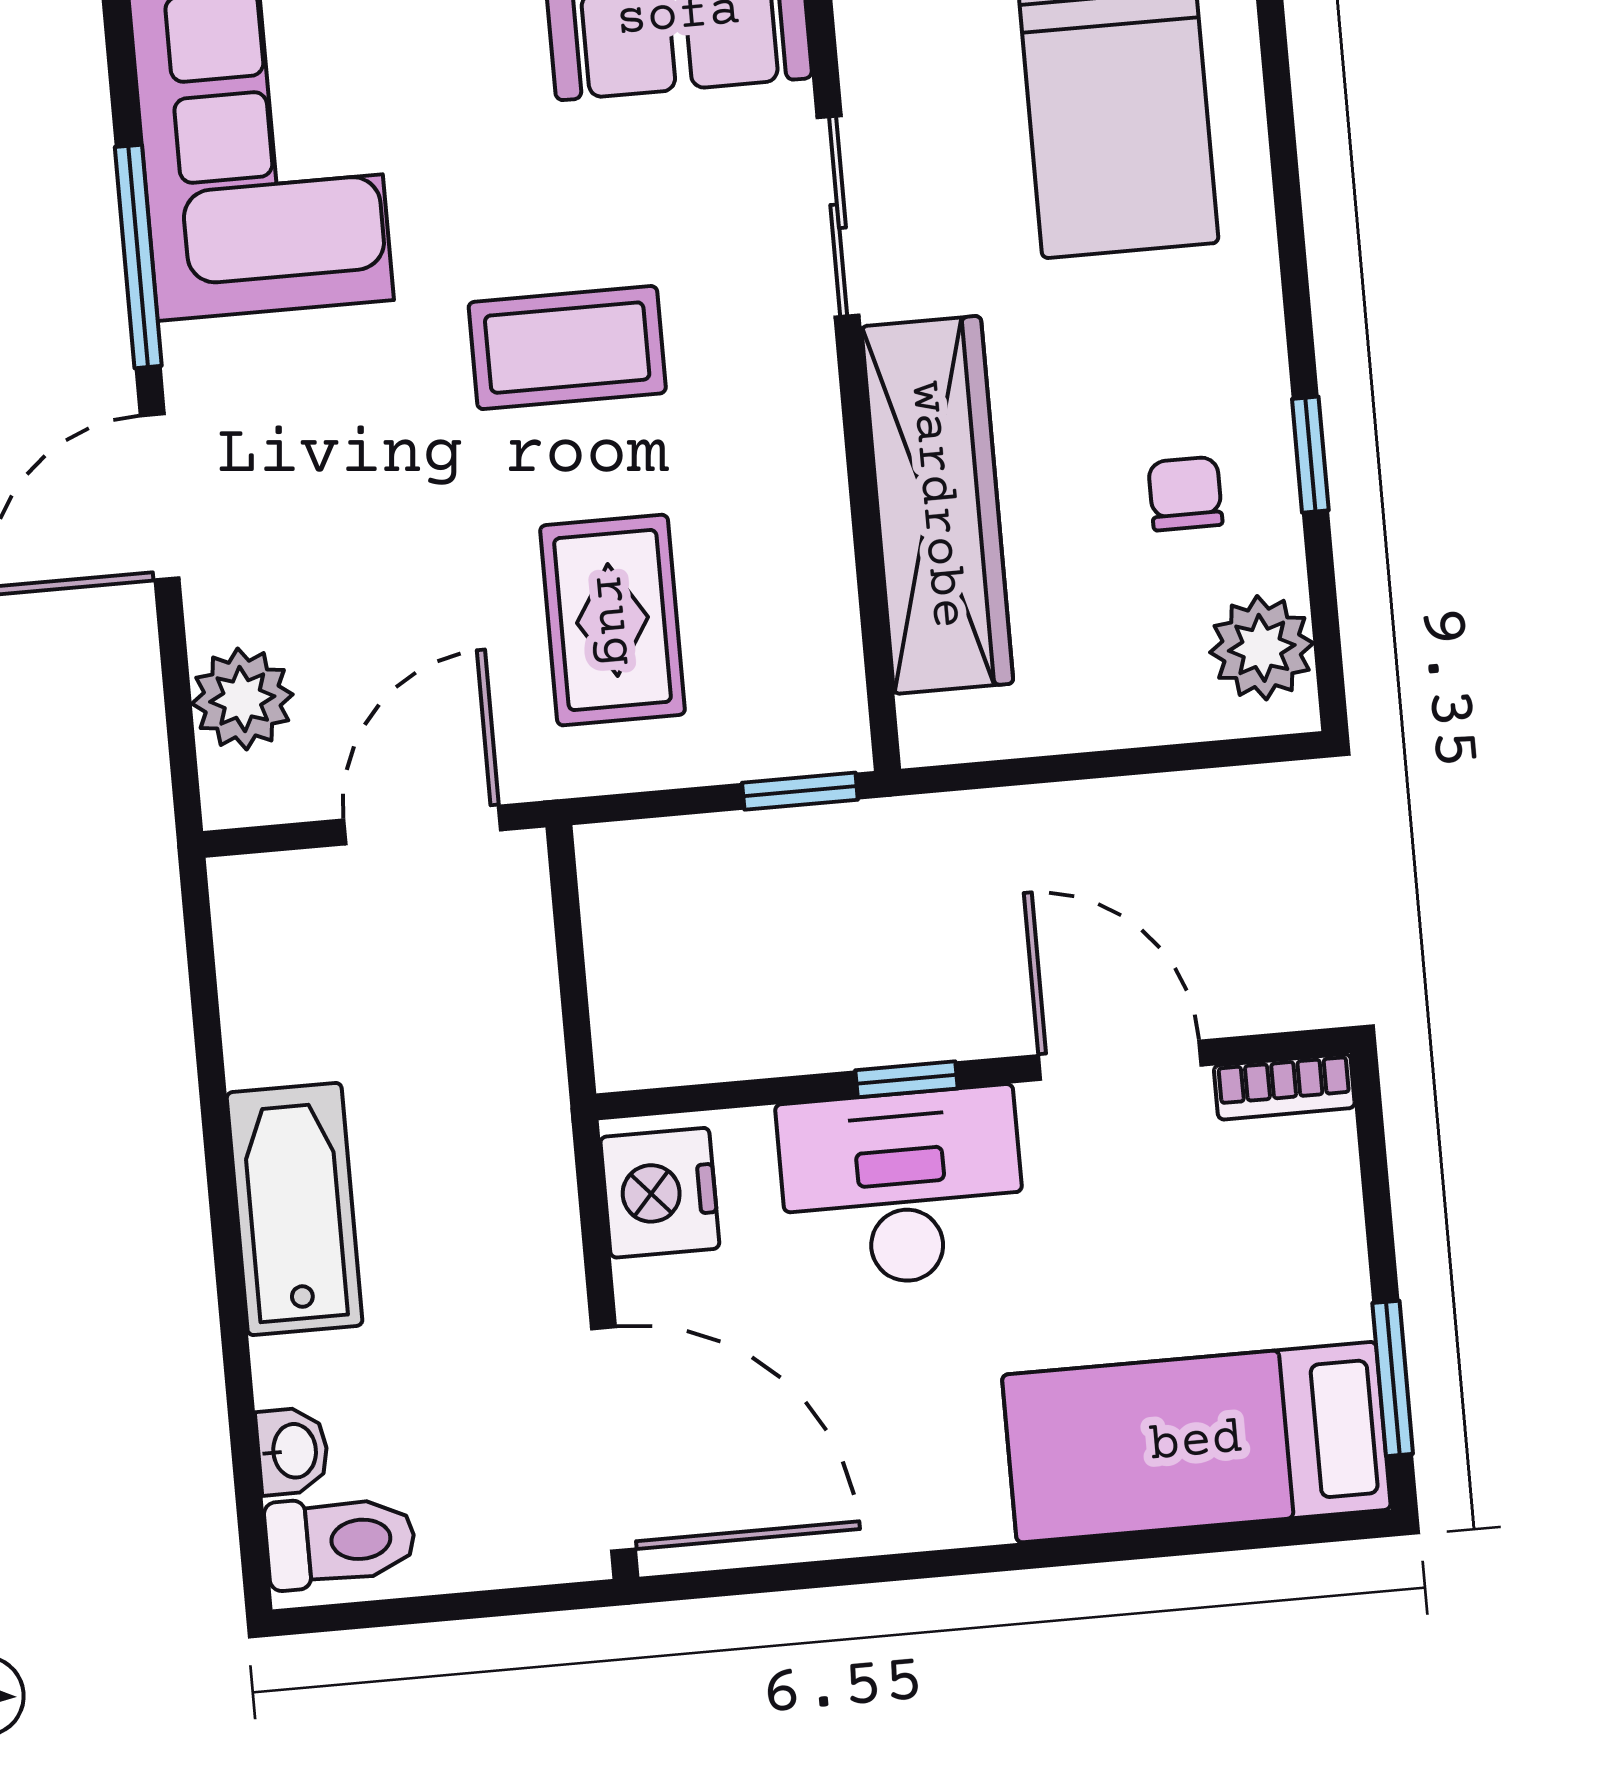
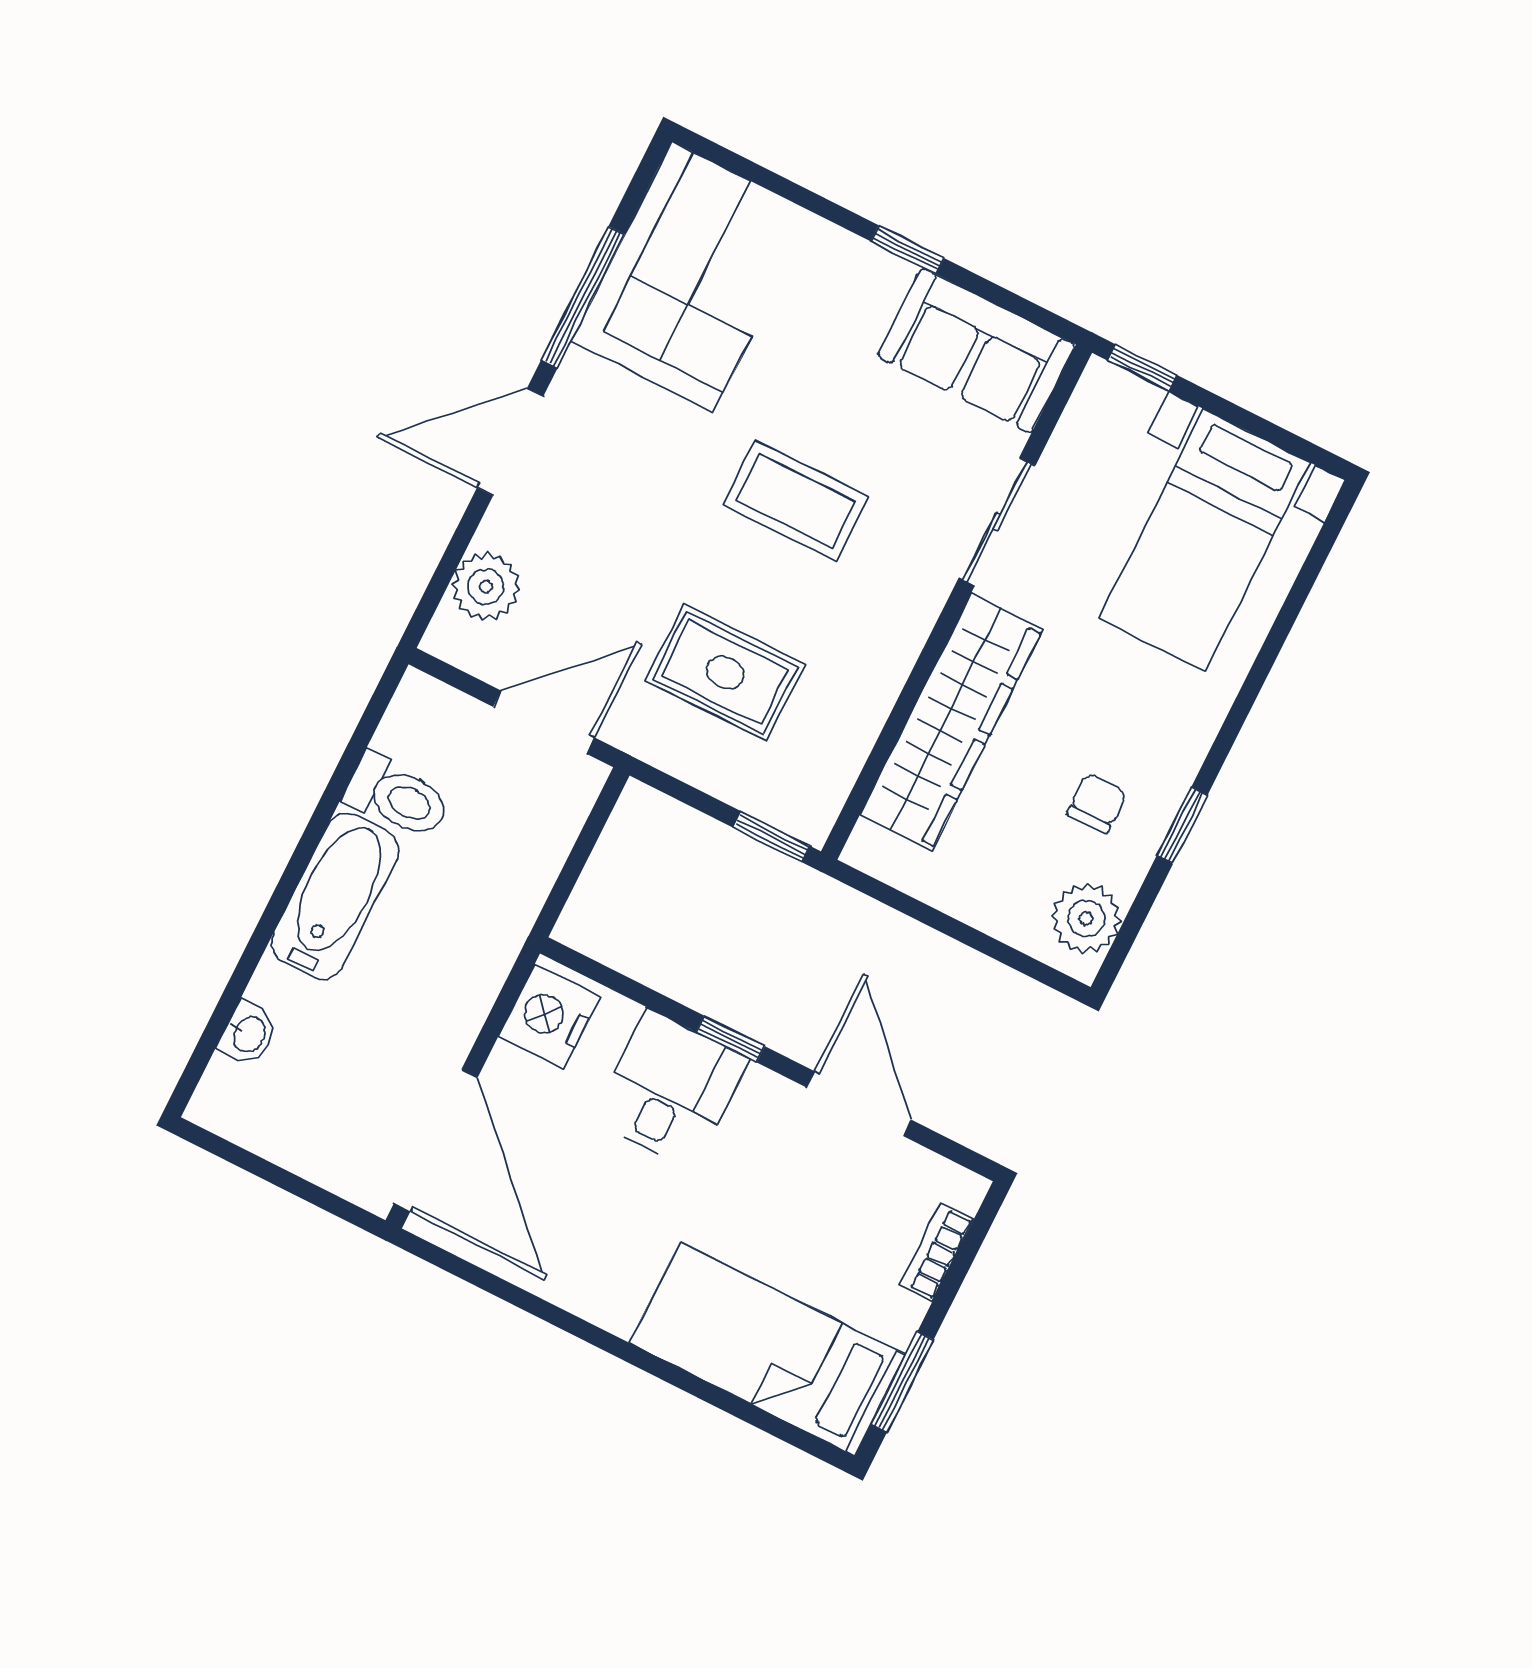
rug: (613, 620) -> (725, 673), turned 90
bookcase: (1284, 1087) -> (937, 1252), moved, turned 90
desk: (902, 1187) -> (670, 1089), width x0.73
toilet: (340, 1541) -> (397, 797), moved

